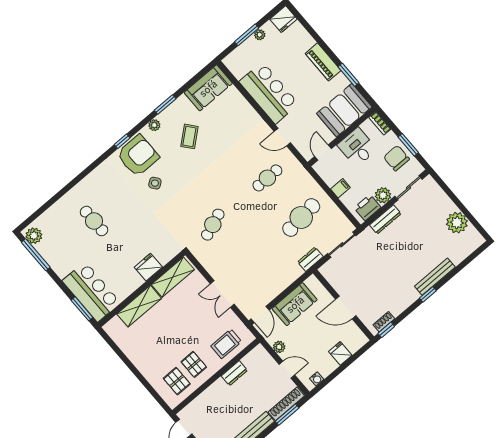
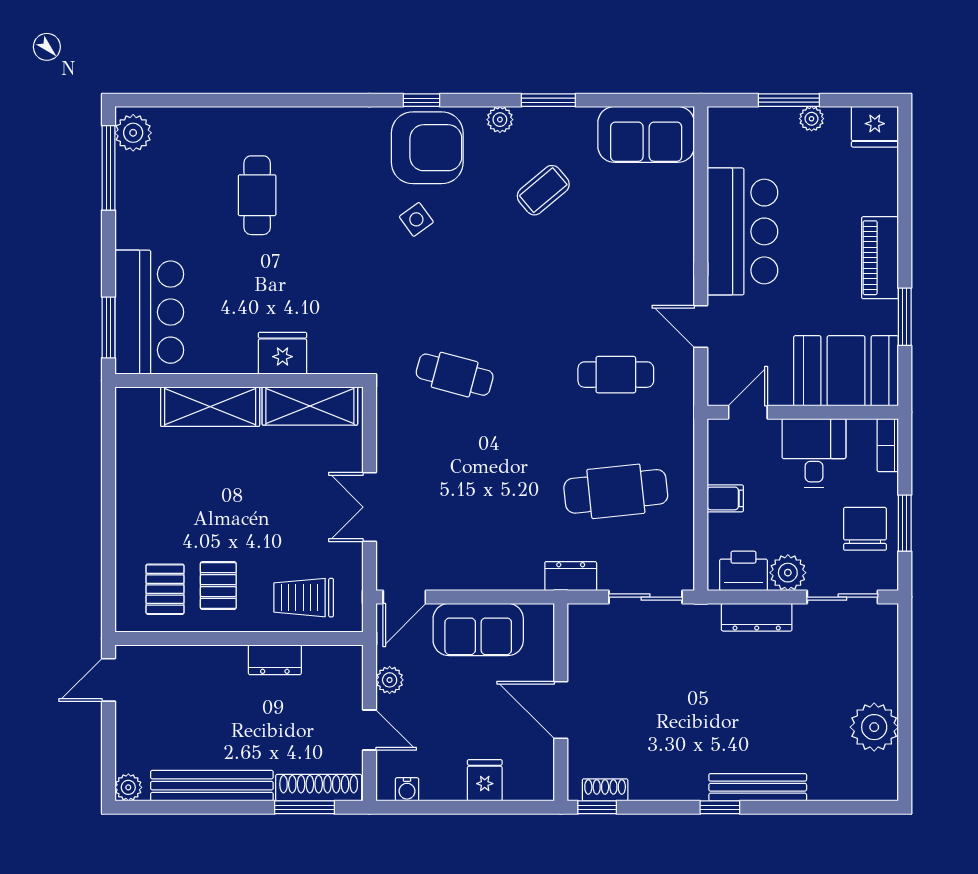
cafe table: (213, 225) -> (455, 375), turned 36

